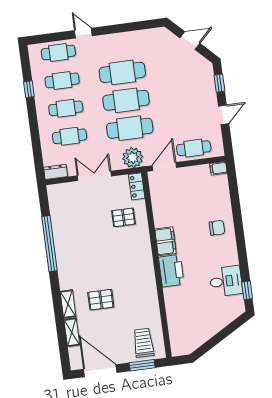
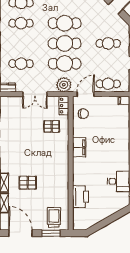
cafe table: (66, 108) -> (108, 43), moved
double door: (94, 176) -> (35, 94), swing flipped
chair: (217, 228) -> (83, 114), moved
printer: (171, 271) -> (81, 197), moved

